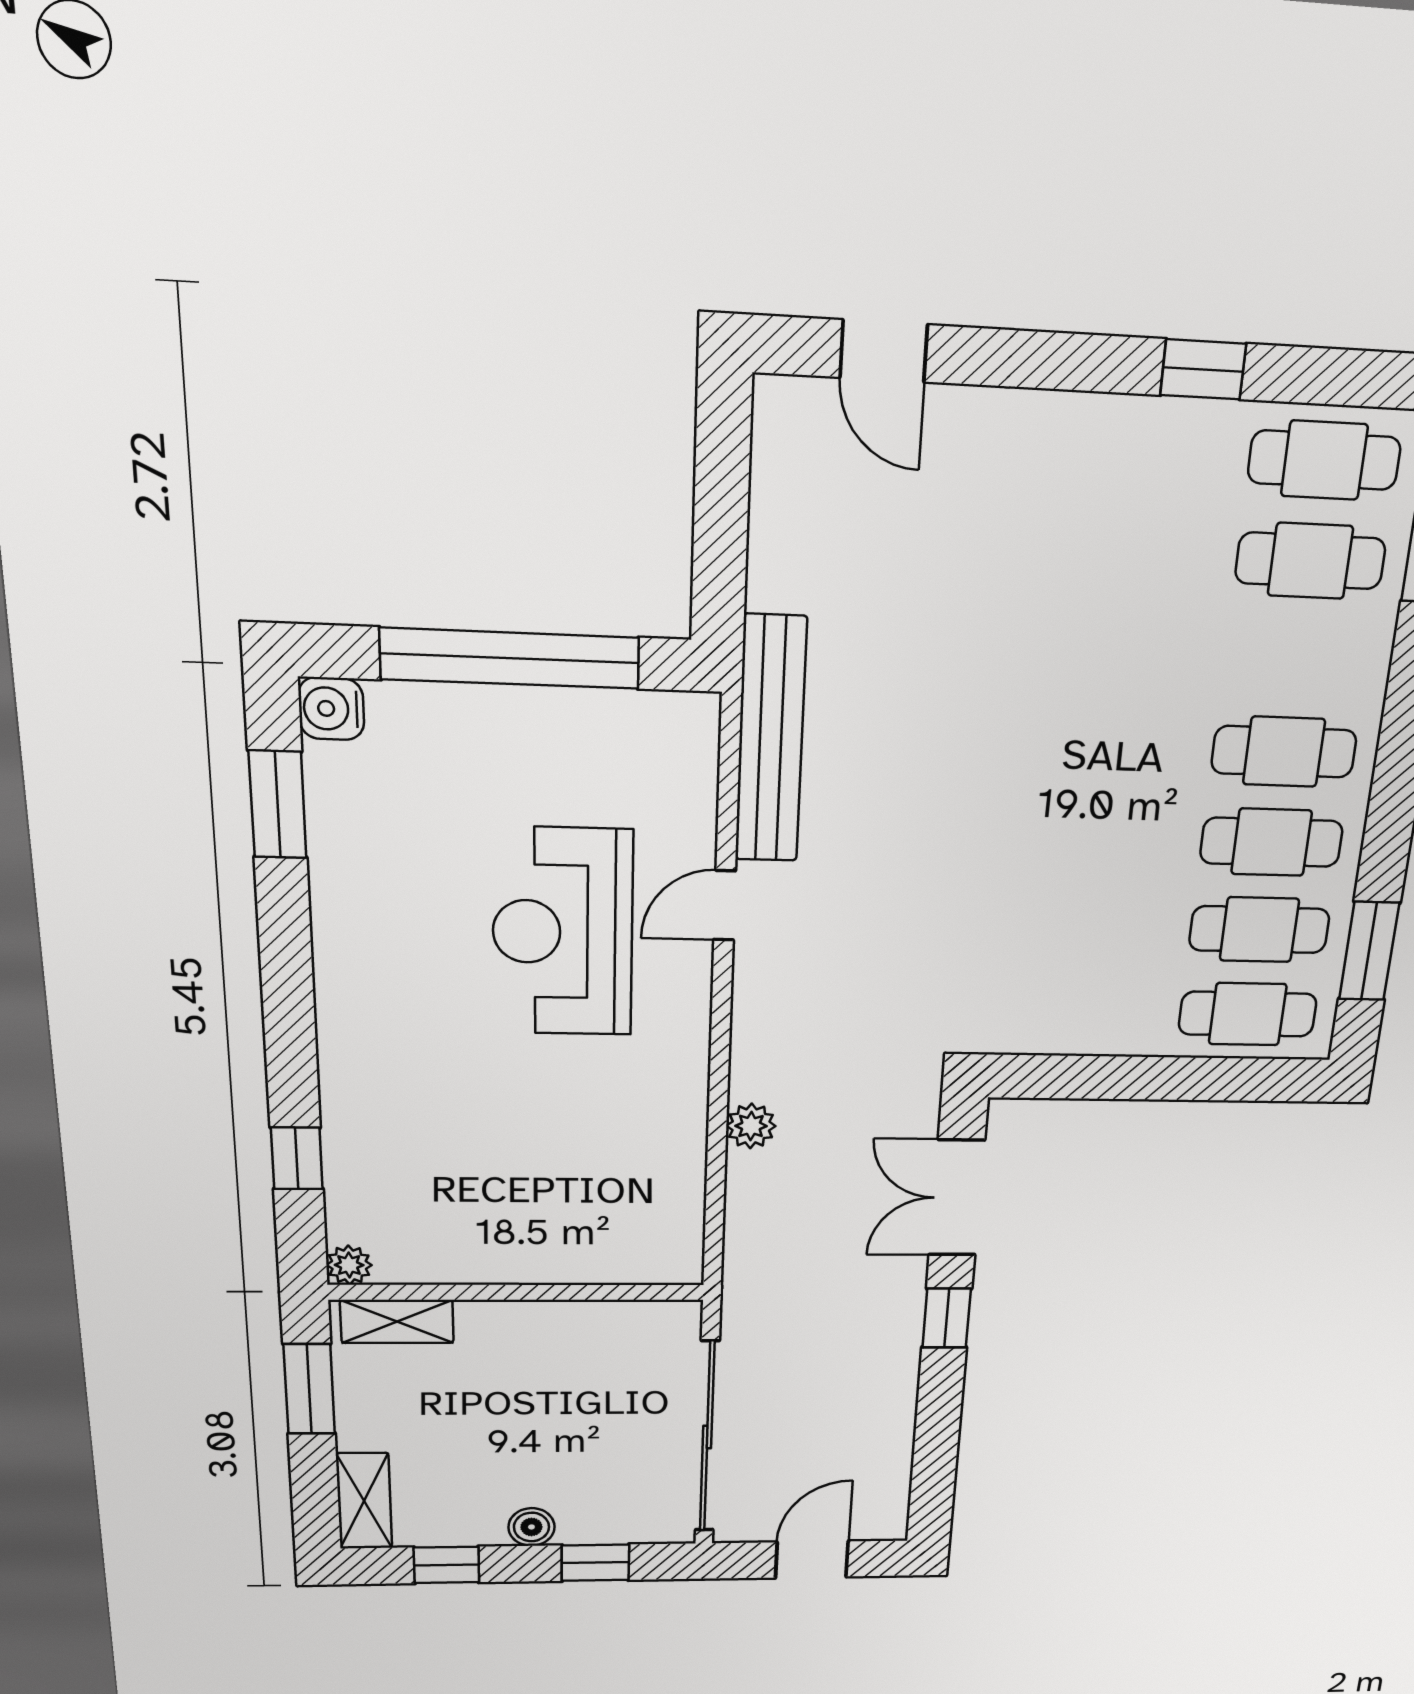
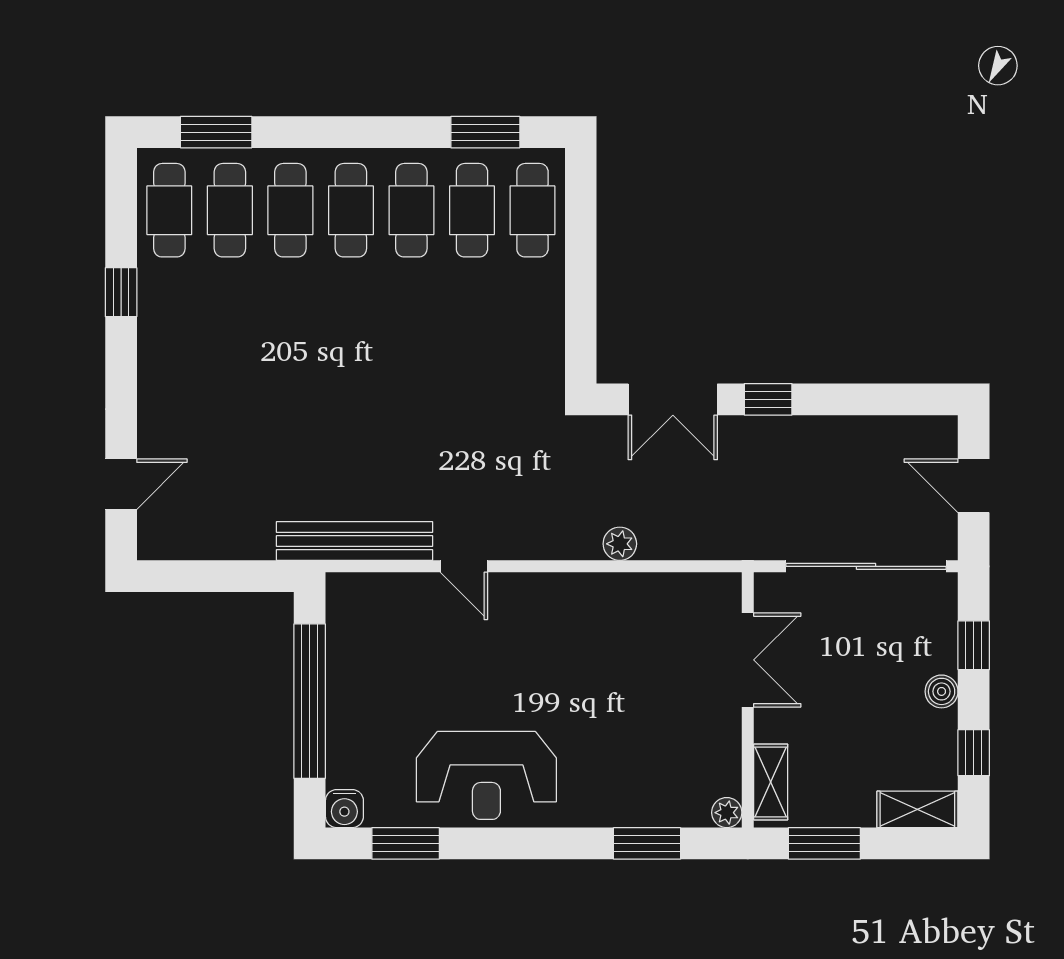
cafe table: (1297, 658) -> (290, 210), added
reception desk: (563, 932) -> (486, 775), moved
window: (297, 1158) -> (647, 843), width x1.50
double door: (576, 1292) -> (748, 660), added

